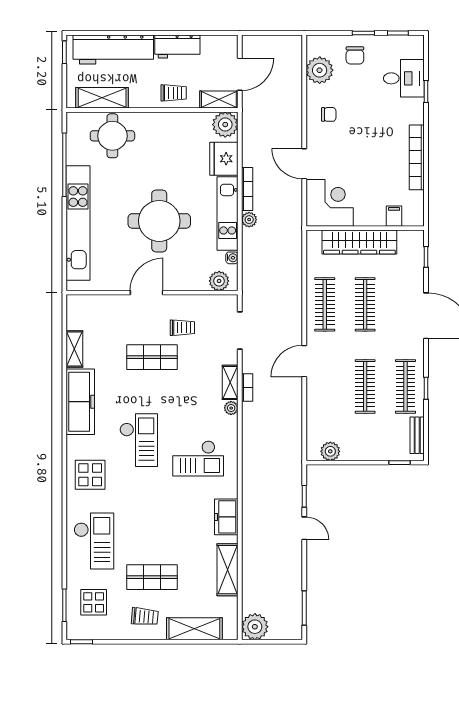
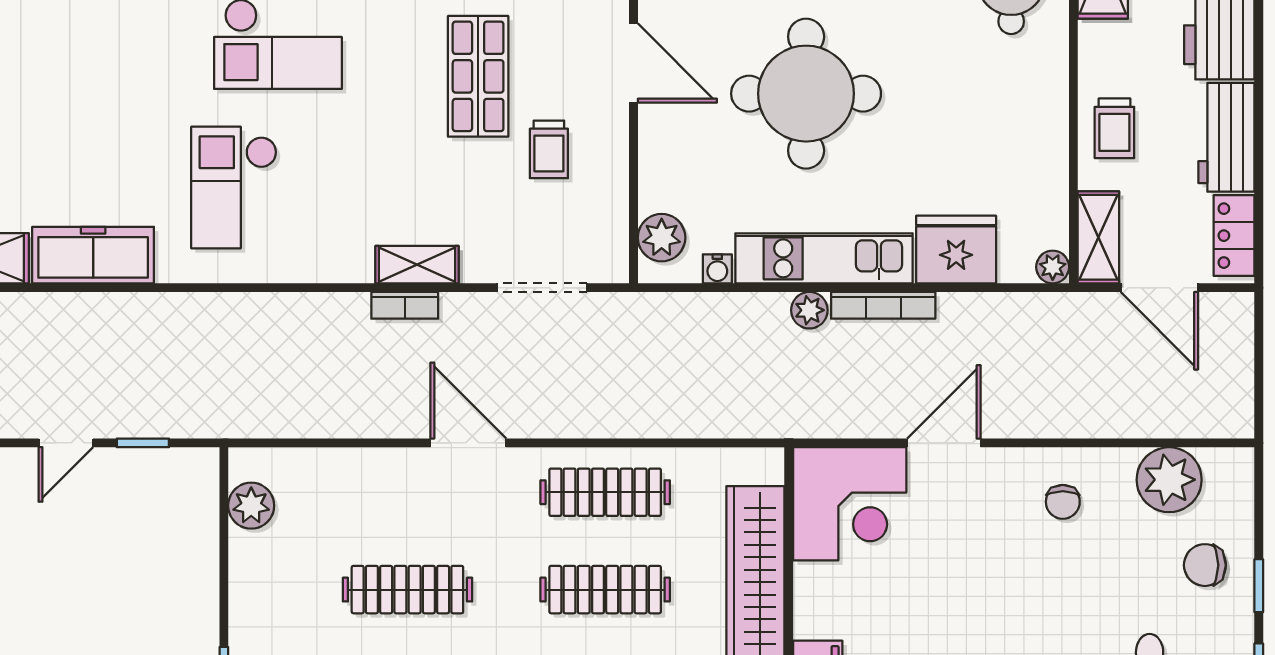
locker: (218, 43) -> (1234, 236), added
plant: (225, 125) -> (1053, 267), width x0.53, depth x0.53
plant: (231, 408) -> (355, 267), removed
freezer: (226, 517) -> (93, 255), width x1.40

